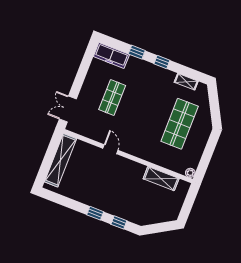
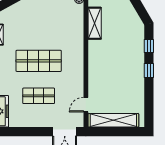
shop shelf: (180, 124) -> (39, 61), moved
door: (110, 149) -> (86, 105), moved

